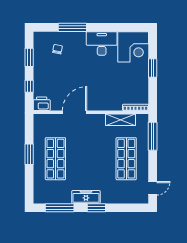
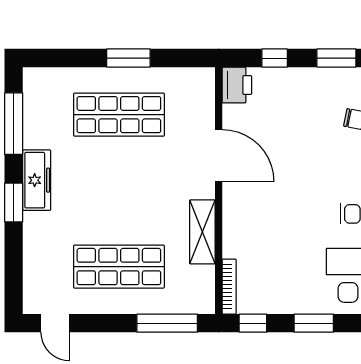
window: (153, 96) -> (253, 323), added
shelving: (121, 120) -> (202, 232), moved

